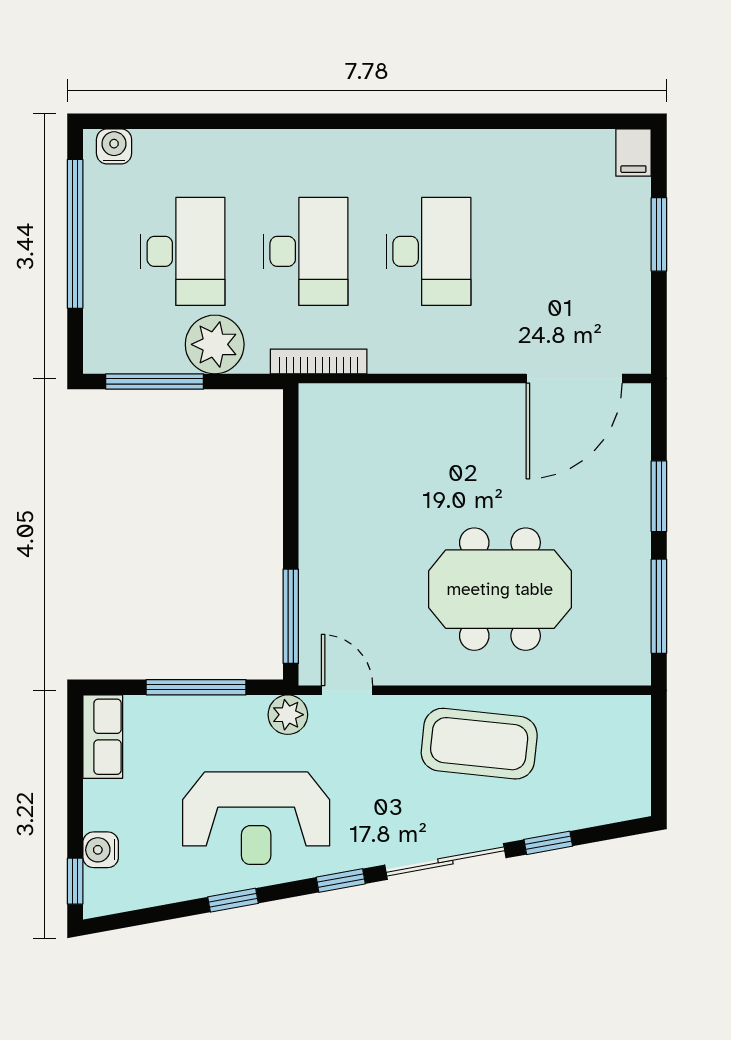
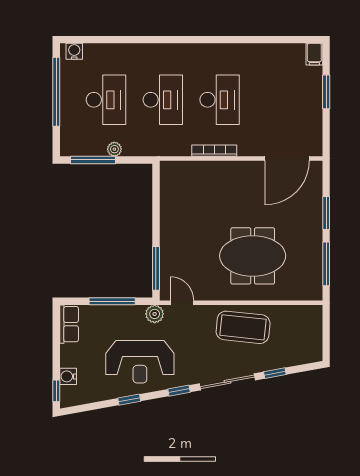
plant: (215, 344) -> (114, 149), width x0.53, depth x0.53
bookcase: (319, 361) -> (214, 151), moved

